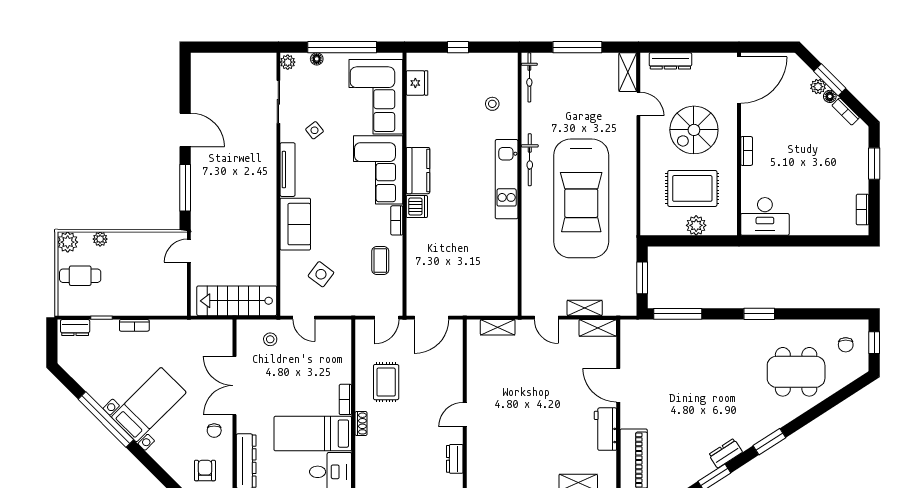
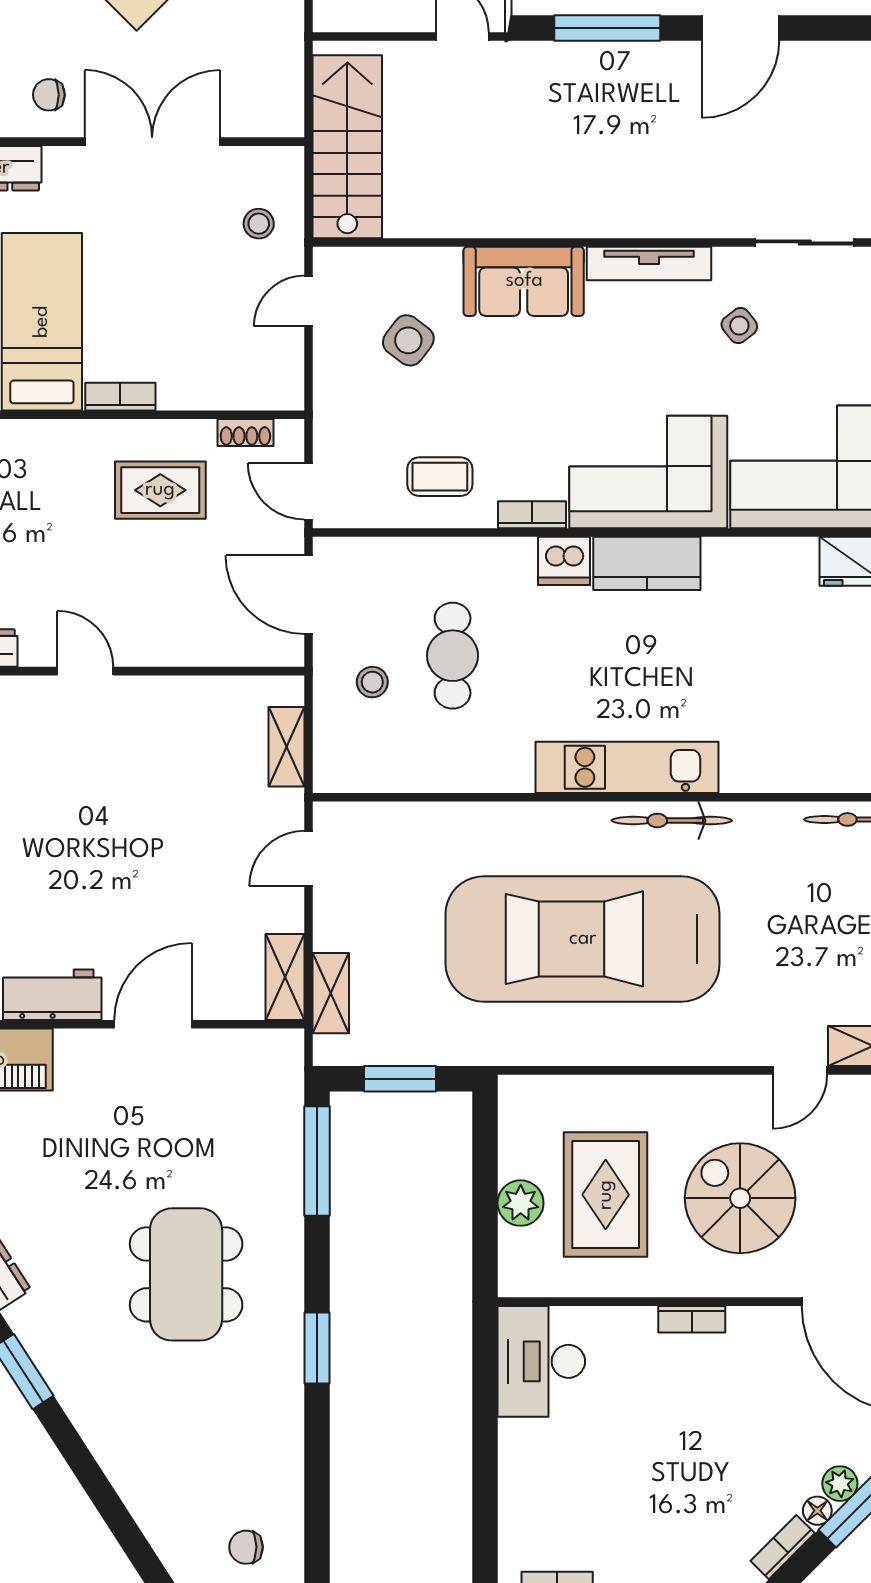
stool: (492, 104) -> (372, 682), moved
cafe table: (458, 255) -> (453, 656), added
shelving: (585, 308) -> (331, 993), moved
dining table: (796, 372) -> (186, 1274), moved
shoe rack: (361, 424) -> (245, 433), moved

